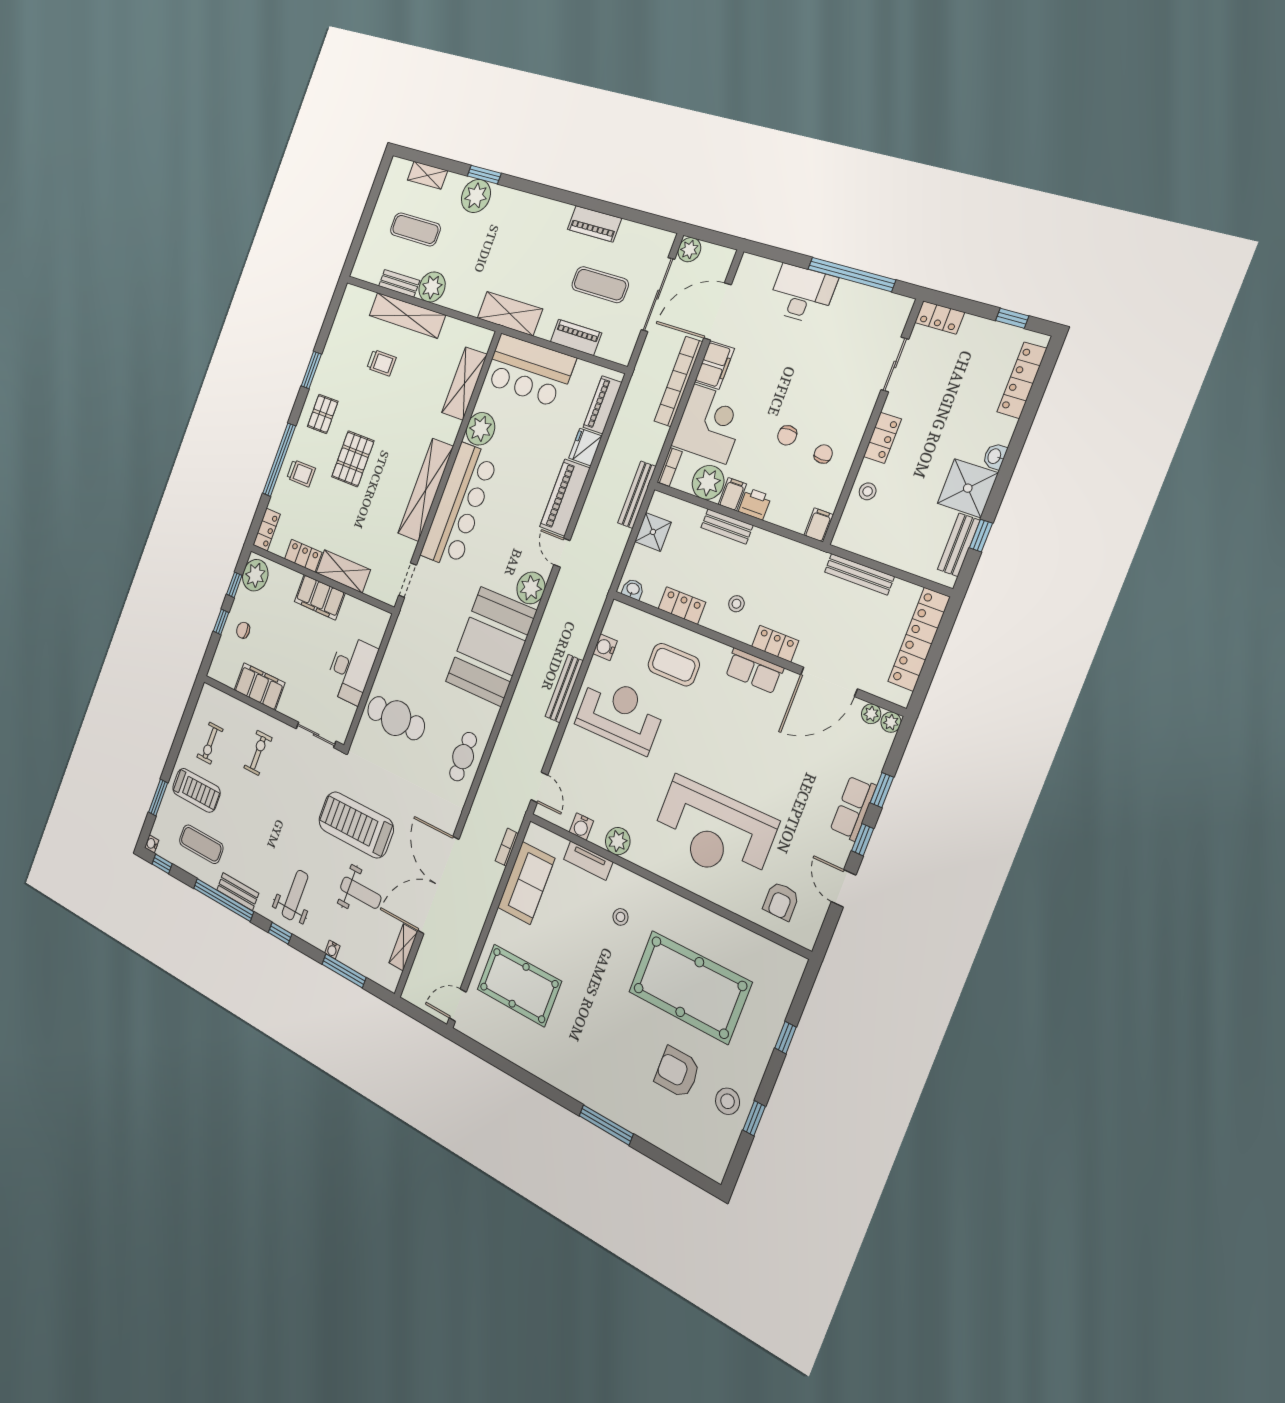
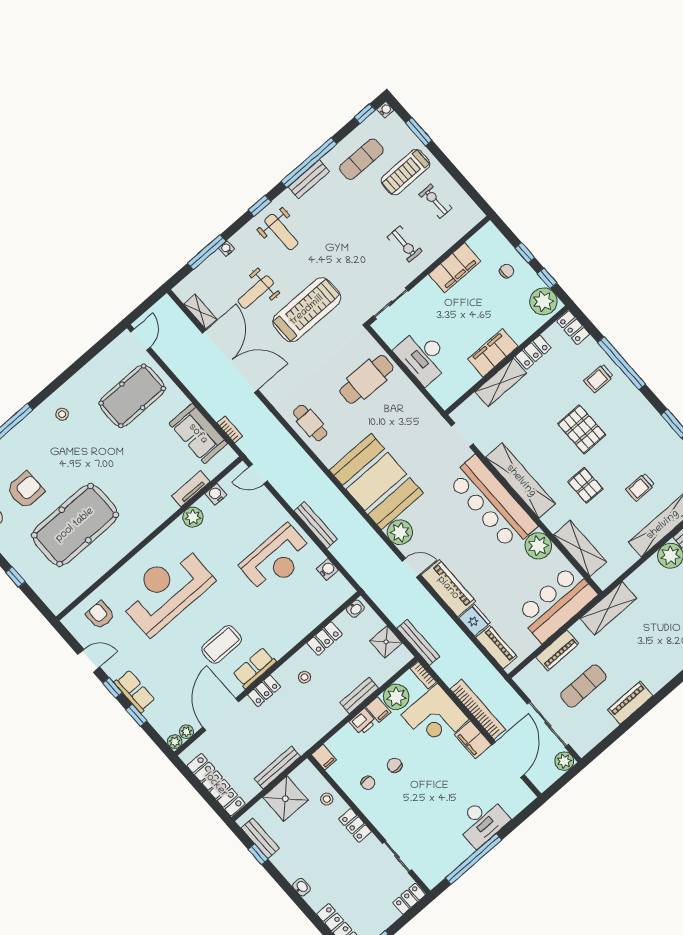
pallet: (323, 414) -> (585, 485), moved
shower: (968, 488) -> (285, 799), moved
coffee table: (674, 665) -> (222, 644), moved
stool: (621, 917) -> (62, 414), moved

